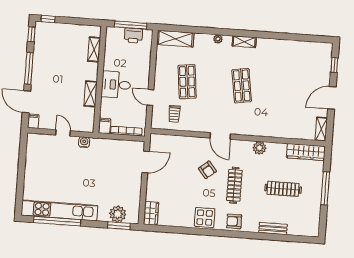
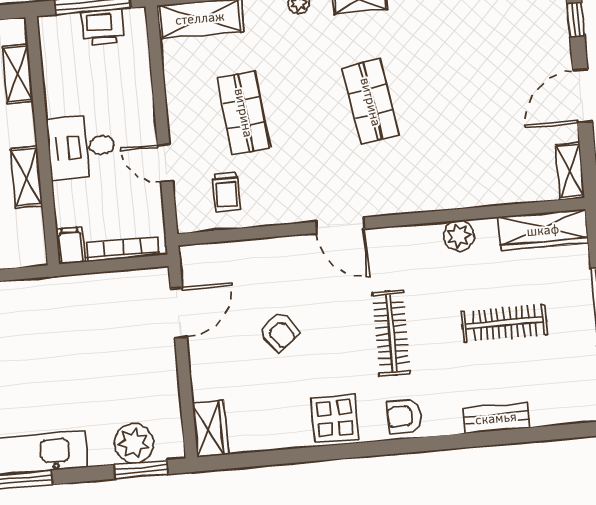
water cooler: (84, 142) -> (30, 291), removed
plant: (259, 148) -> (459, 236), moved
armchair: (207, 170) -> (279, 332), moved

